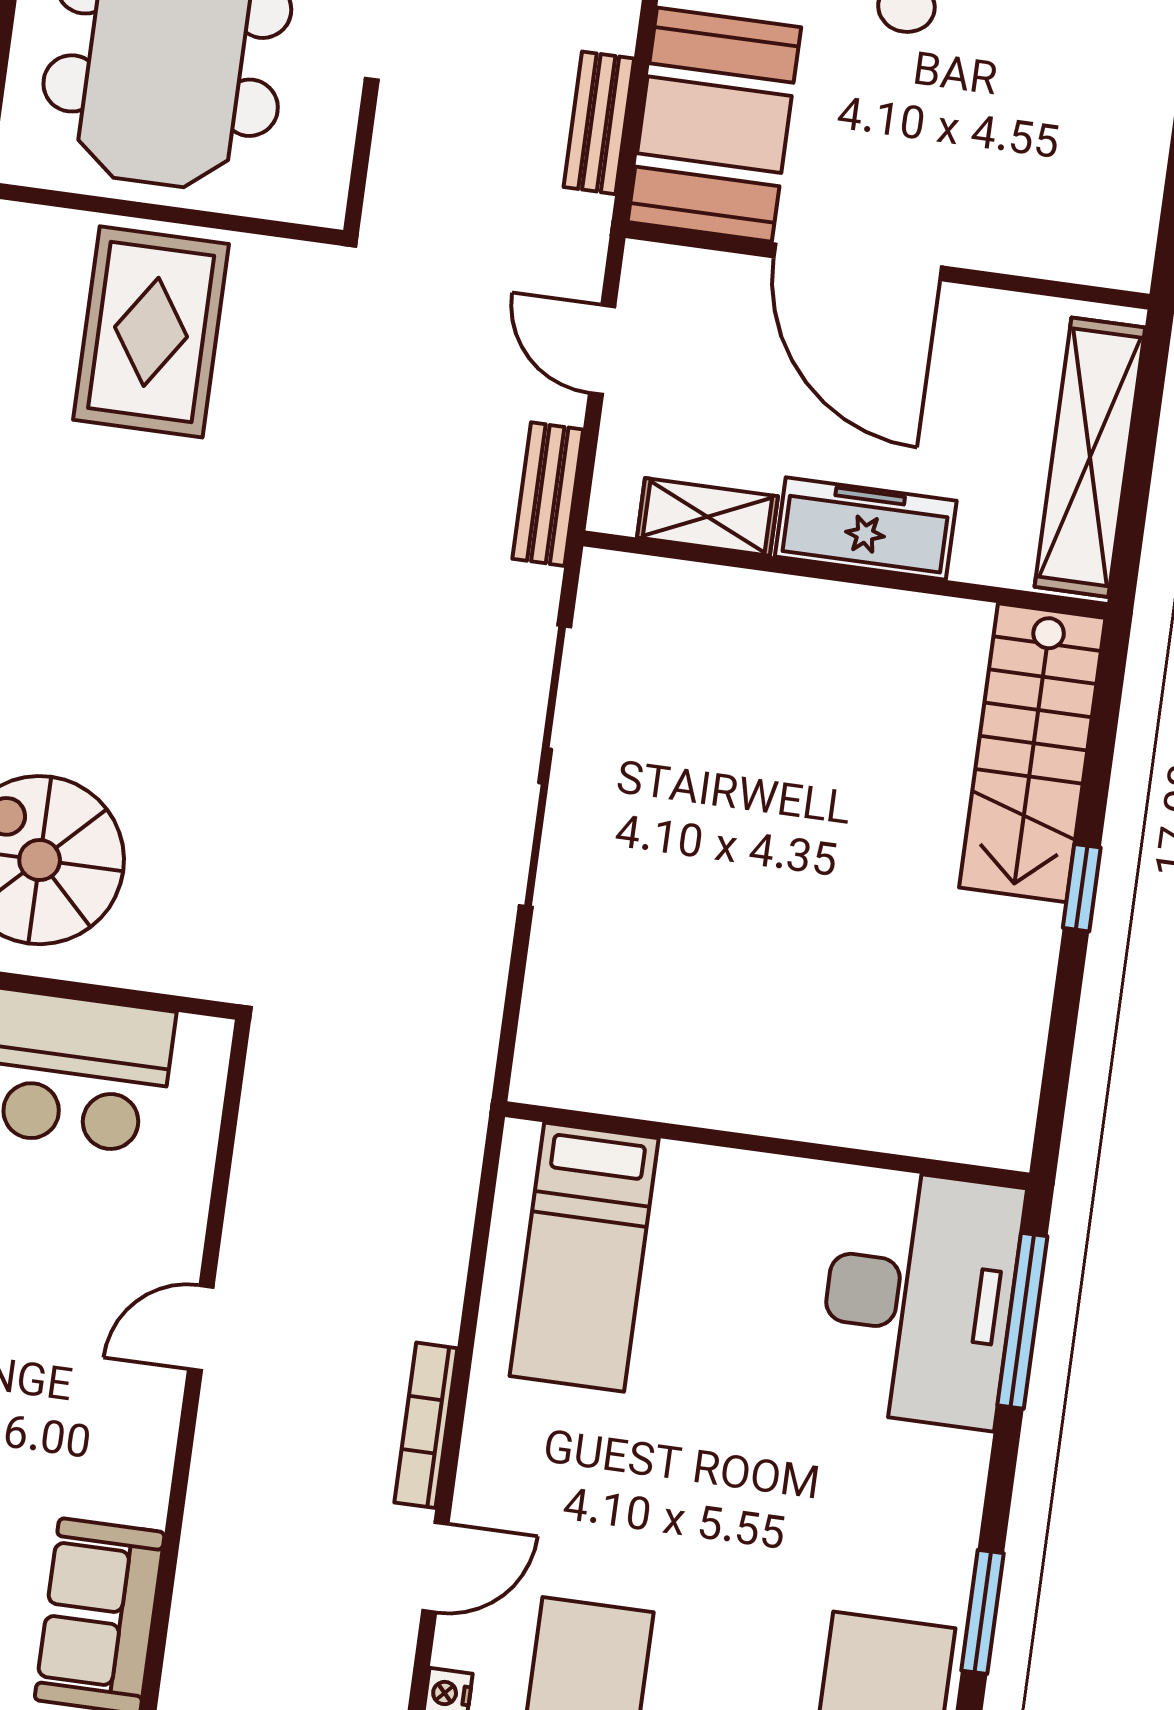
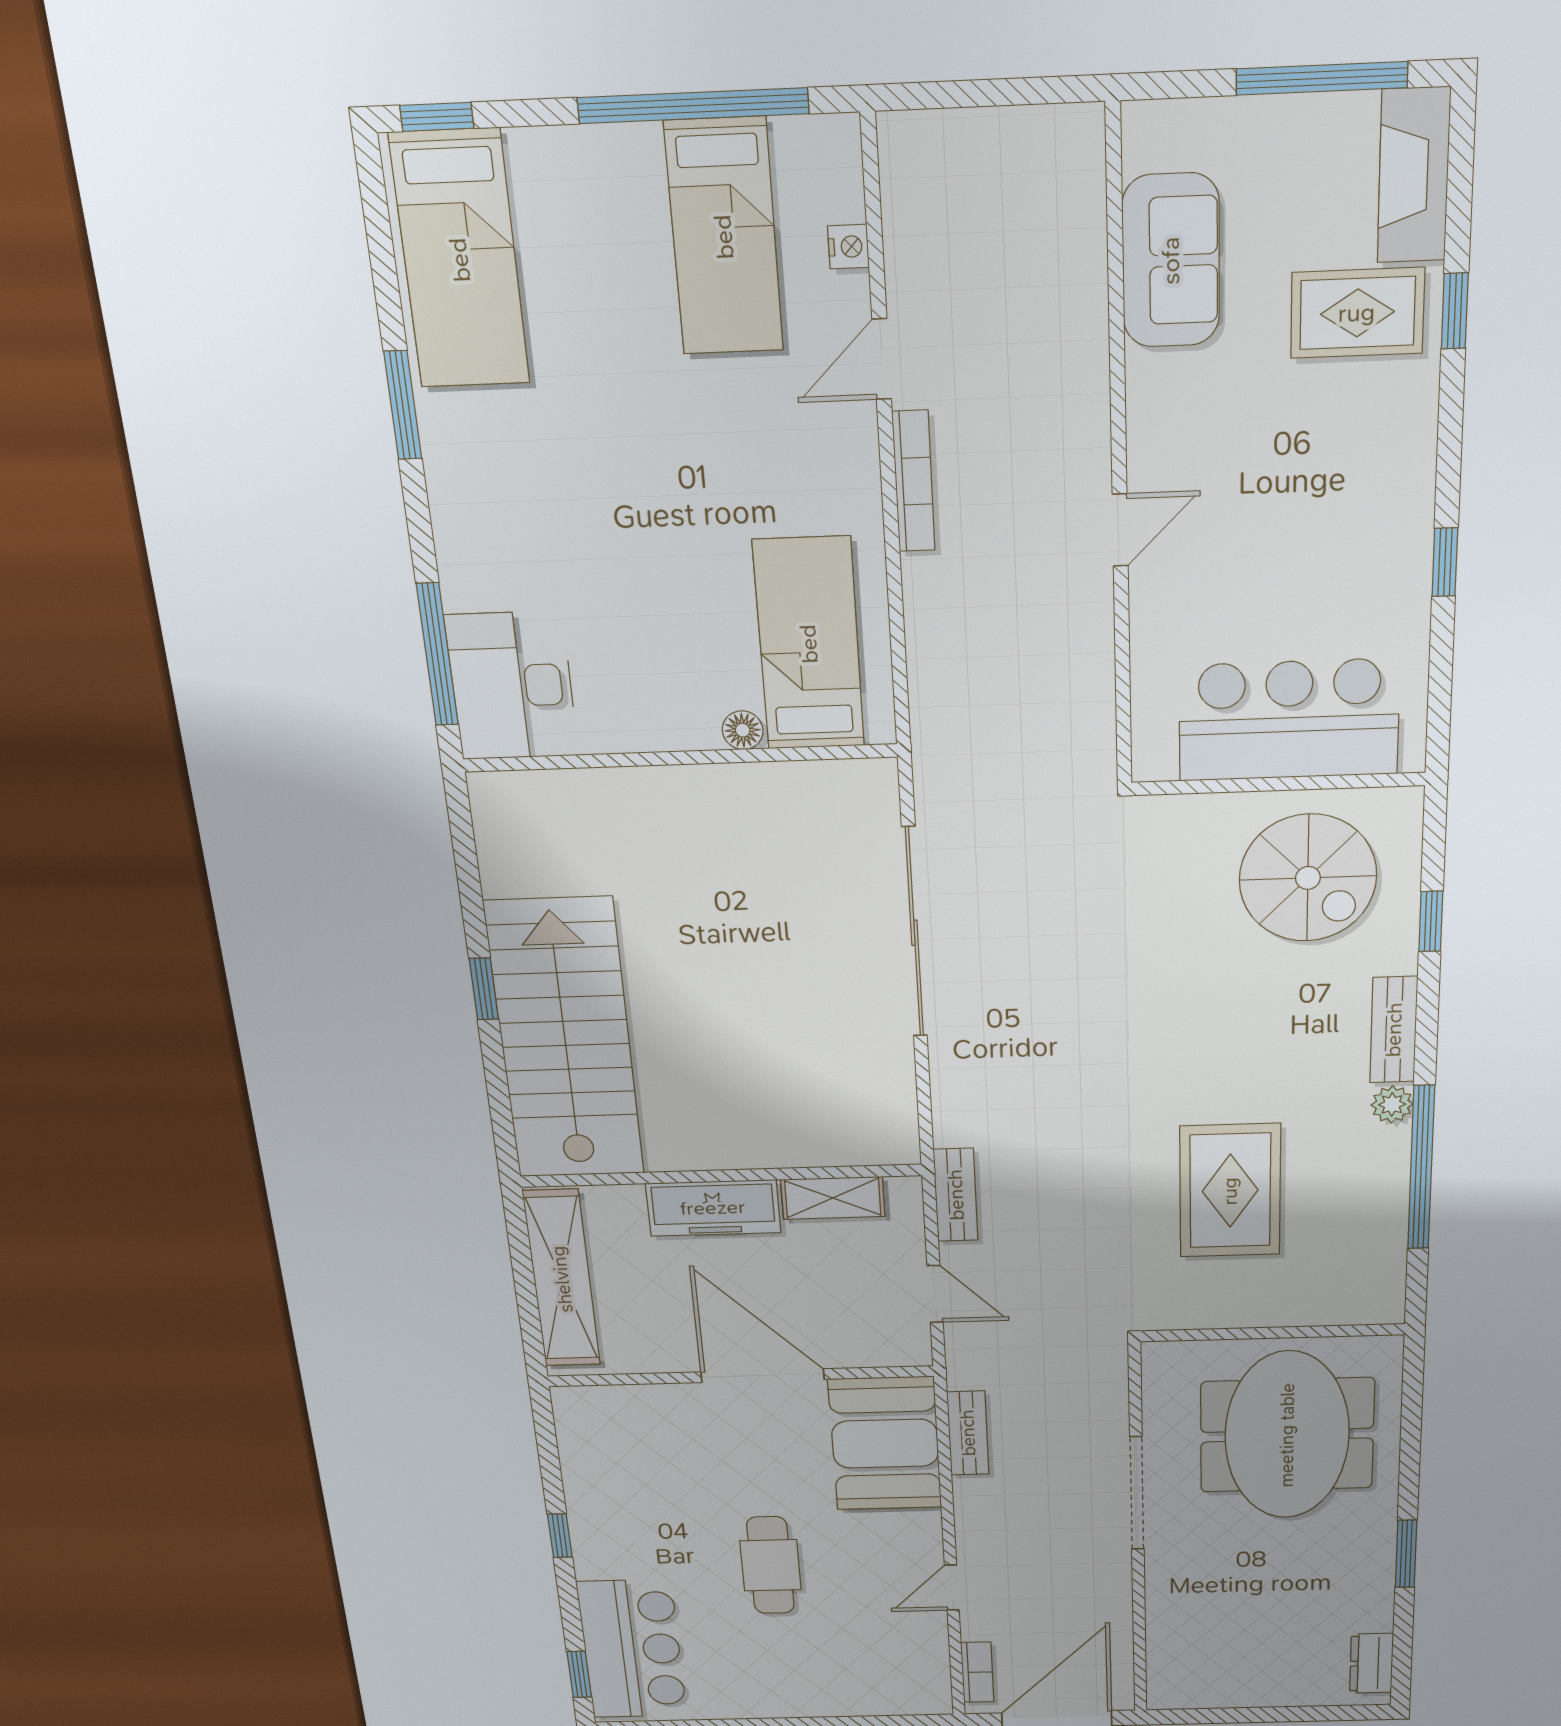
rug: (151, 332) -> (1230, 1191), moved
stairs: (1032, 753) -> (565, 1040), width x1.36, depth x1.51
sliding door: (545, 766) -> (914, 933), moved
floor lamp: (685, 1166) -> (743, 730), added
desk: (919, 1298) -> (512, 686), width x0.73, depth x0.77

